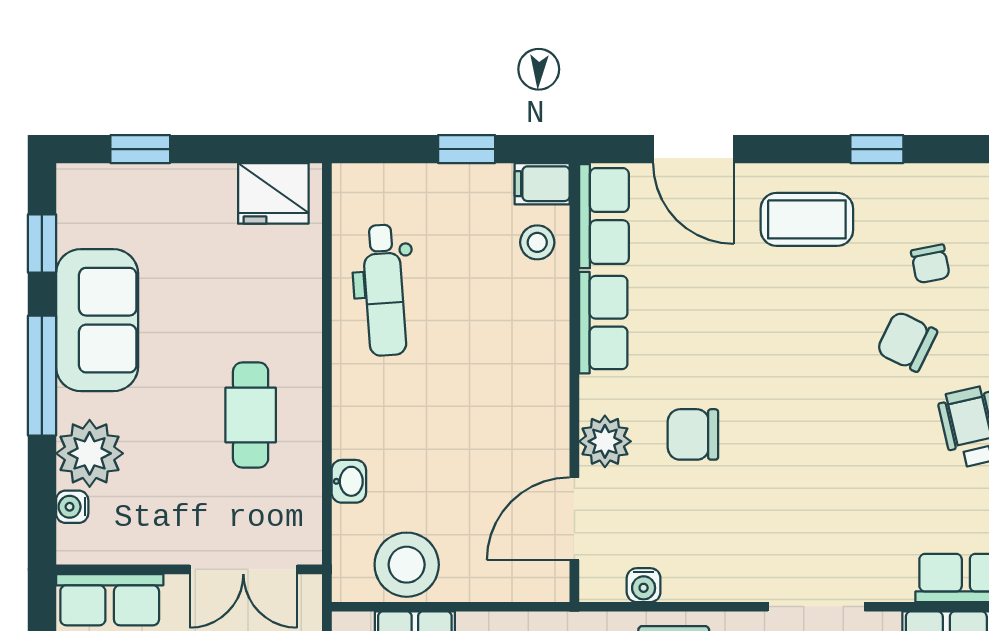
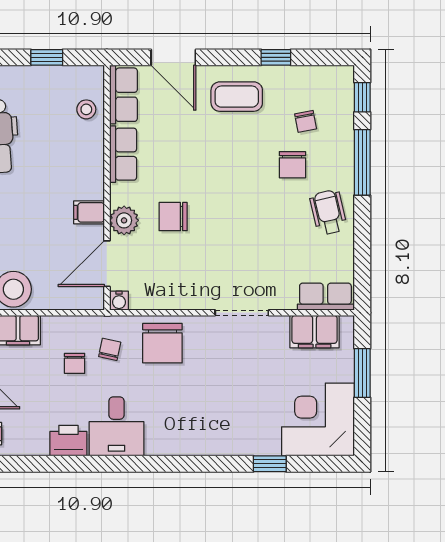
filing cabinet: (542, 184) -> (89, 212), moved
chair: (907, 341) -> (292, 165), turned -116
water cooler: (644, 585) -> (119, 301), moved

